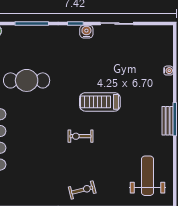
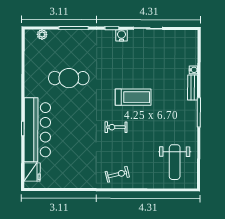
treadmill: (100, 102) -> (133, 97), turned 180
bench: (168, 121) -> (193, 88), moved
weight bench: (147, 176) -> (175, 162), turned 180

